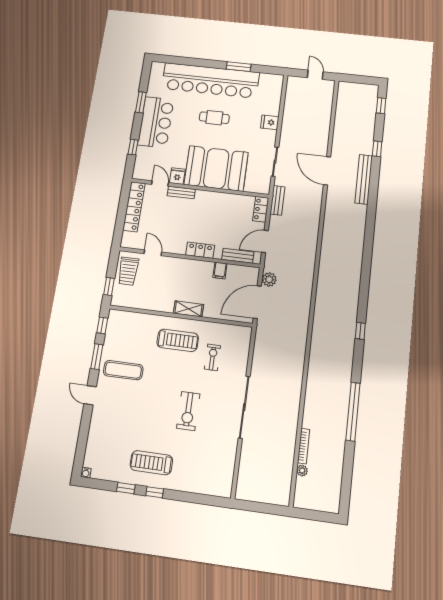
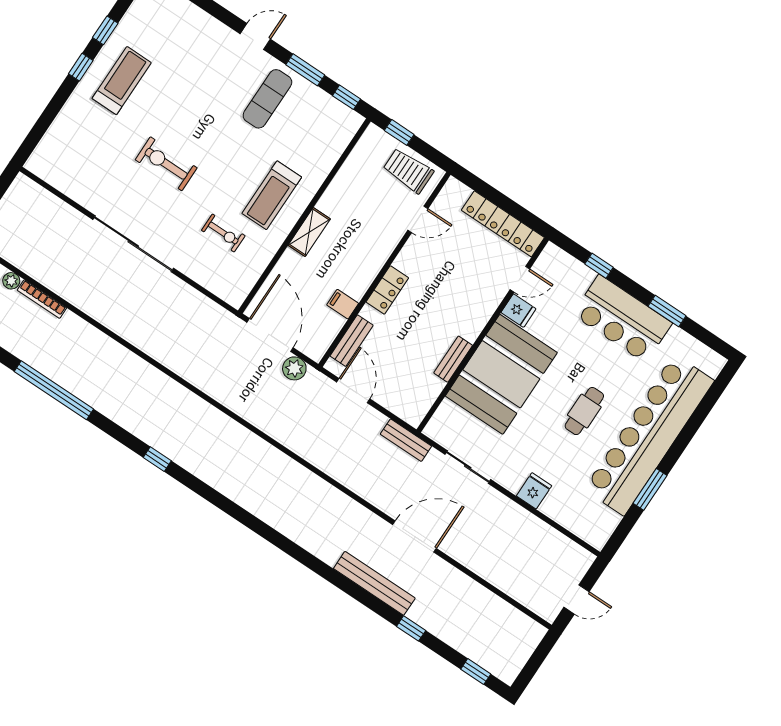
bench: (181, 192) -> (453, 359), moved
locker: (261, 209) -> (405, 409), removed

